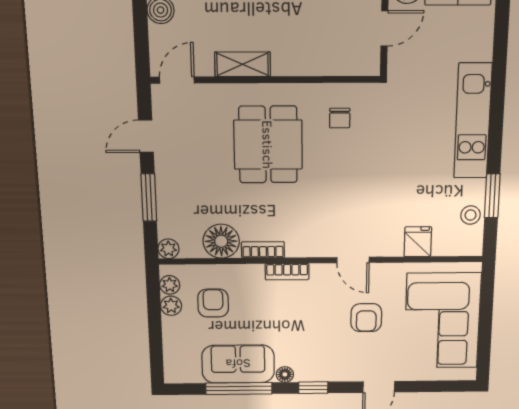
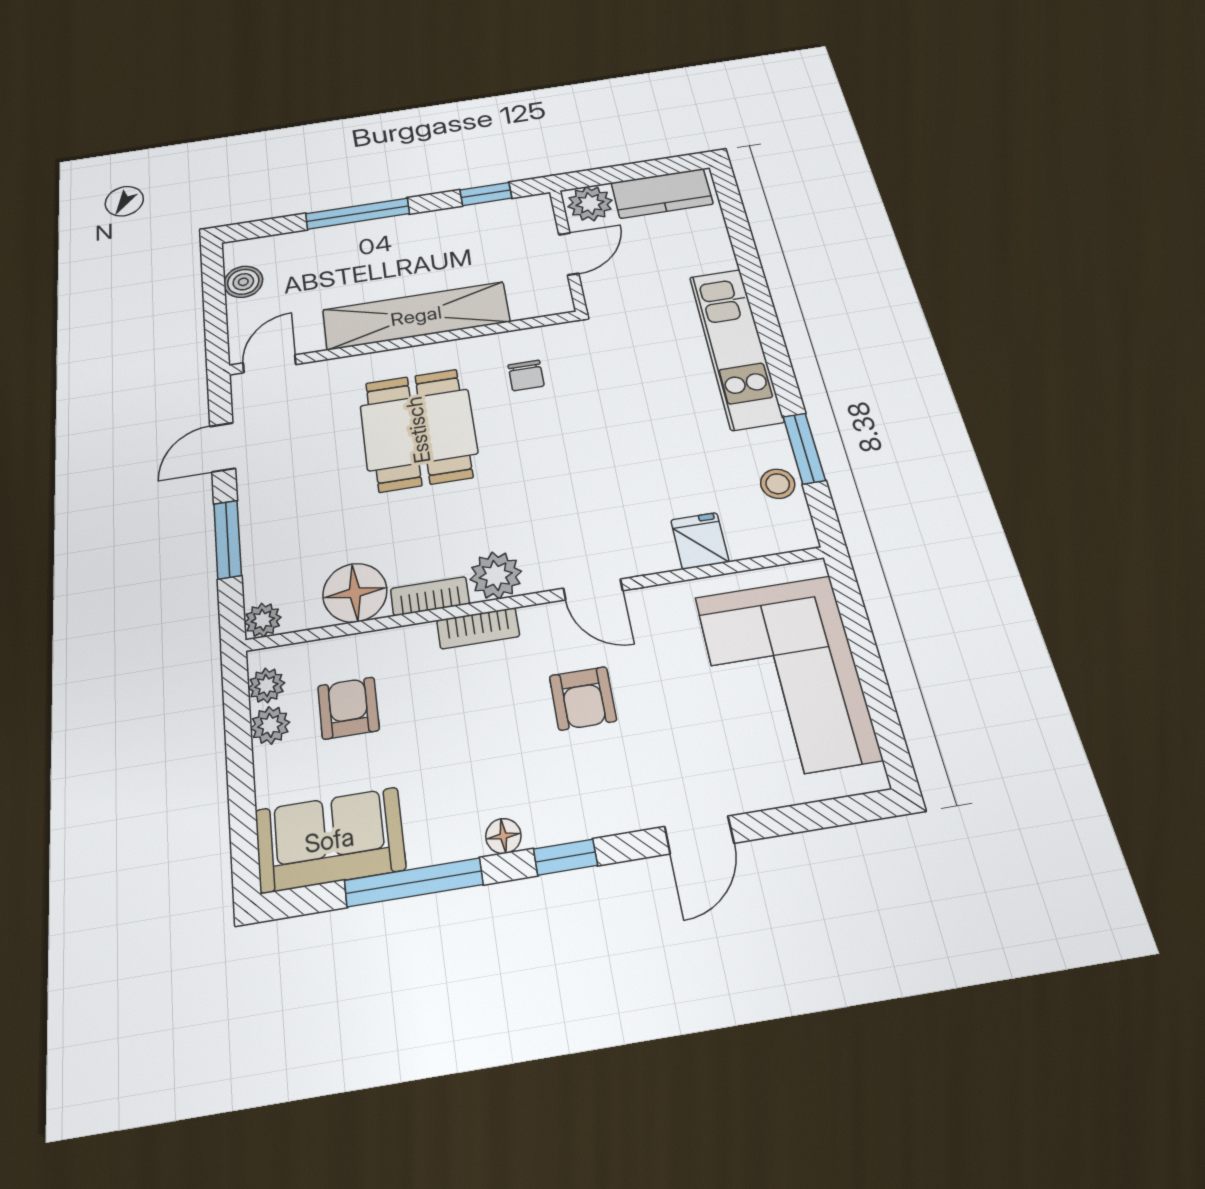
shelving: (243, 64) -> (416, 316), width x2.20, depth x1.33
plant: (301, 244) -> (496, 575), added
armchair: (366, 318) -> (583, 698), moved
sofa: (238, 364) -> (330, 840), moved

